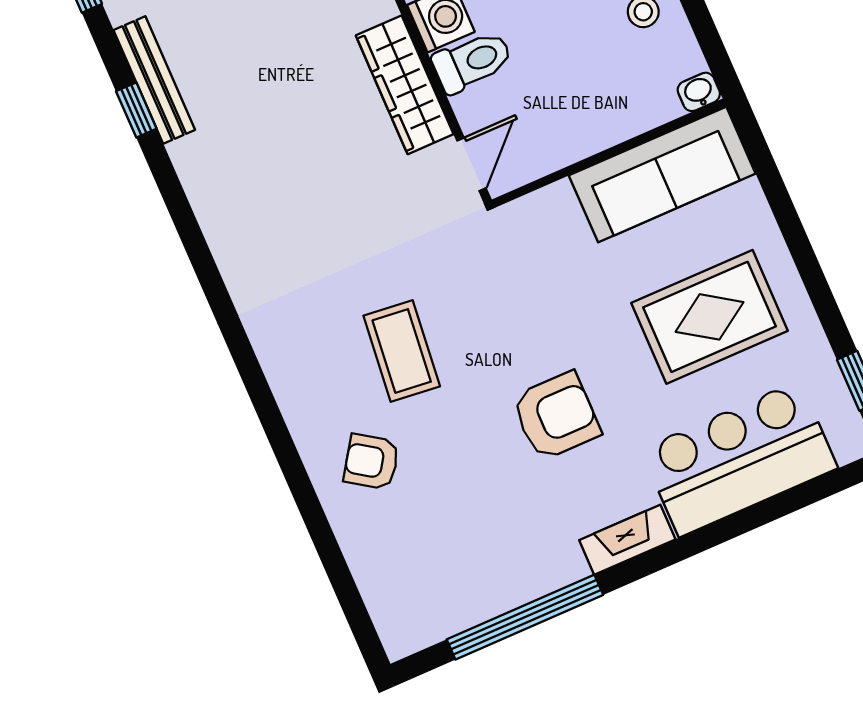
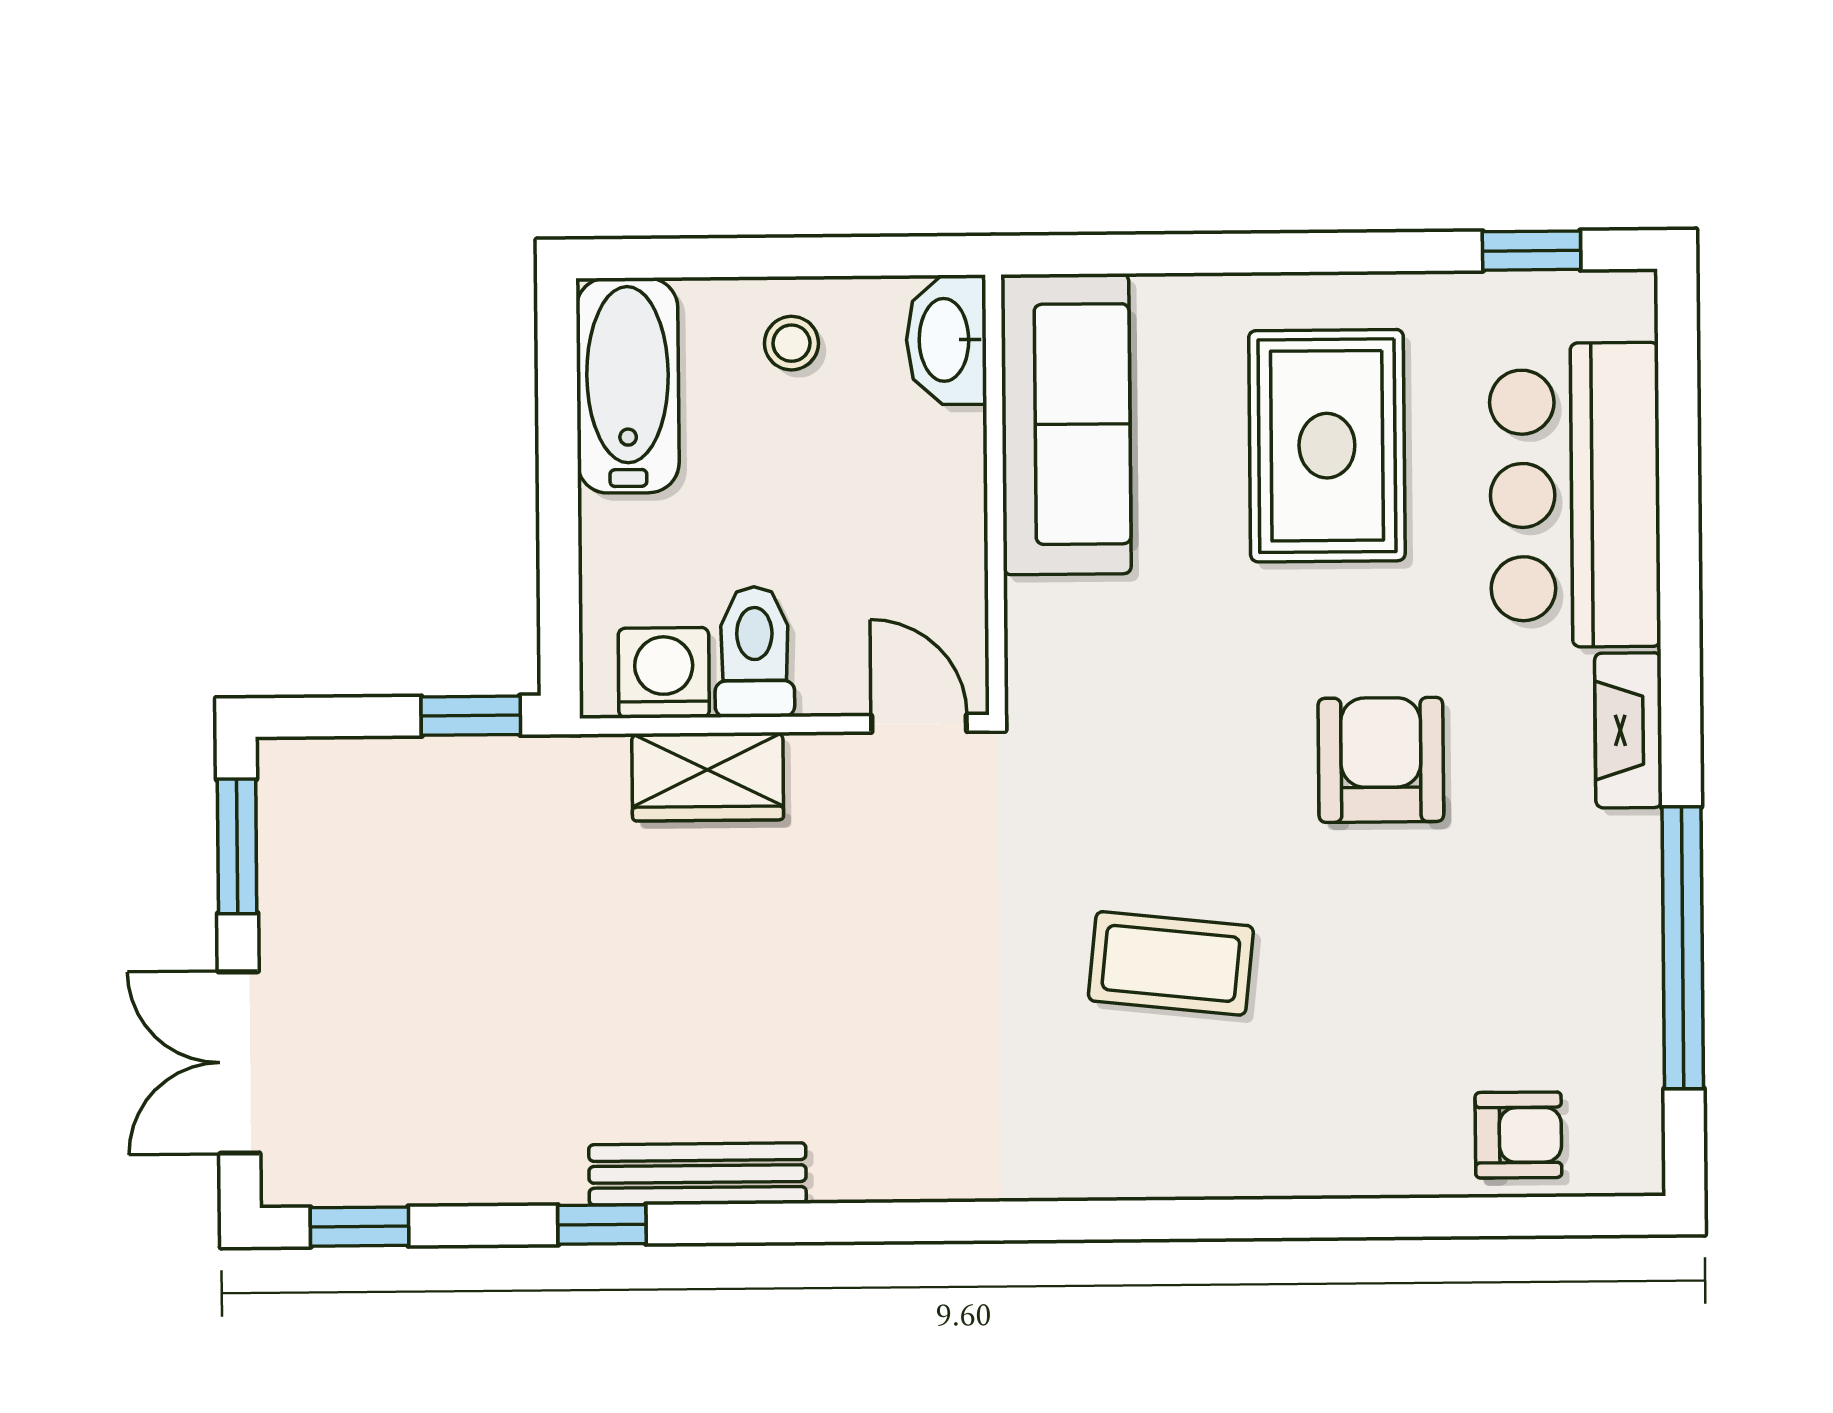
bench: (154, 80) -> (698, 1174), moved
wardrobe: (405, 85) -> (708, 777), width x0.67
washbasin: (699, 92) -> (946, 340), width x1.91, depth x1.45
armchair: (371, 462) -> (1518, 1135), moved, turned -124

